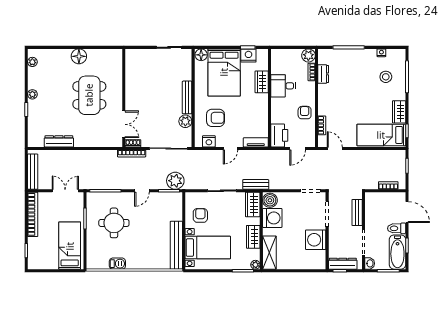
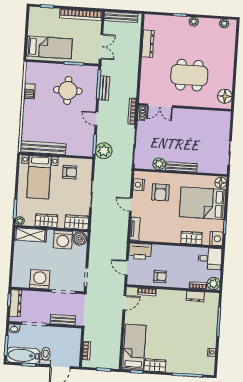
floor lamp: (79, 56) -> (225, 96), moved
nightstand: (248, 56) -> (216, 239), moved
stool: (386, 77) -> (189, 355), removed
desk: (283, 86) -> (210, 259), moved, turned 90
bench: (256, 184) -> (104, 88), moved

